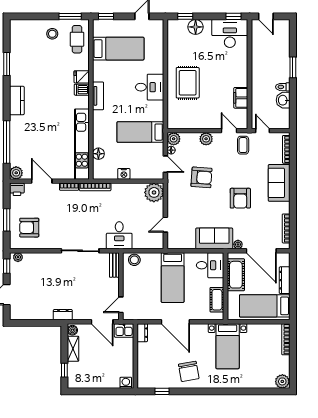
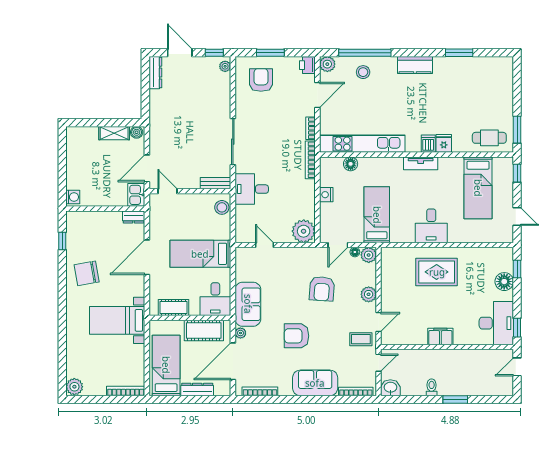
stool: (52, 34) -> (363, 72), moved
filing cabinet: (241, 98) -> (440, 336), moved
washbasin: (283, 100) -> (390, 388), moved
dresser: (63, 315) -> (155, 73), moved, width x1.44
window: (64, 370) -> (88, 123), removed

